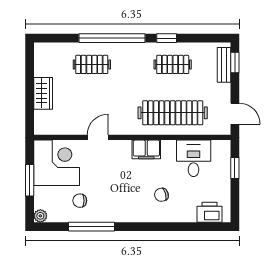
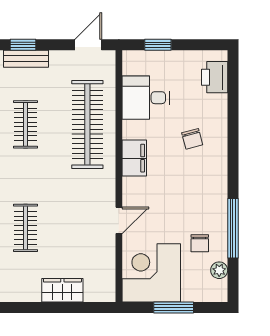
door: (98, 137) -> (119, 220), swing flipped
plant: (40, 216) -> (219, 270), moved

